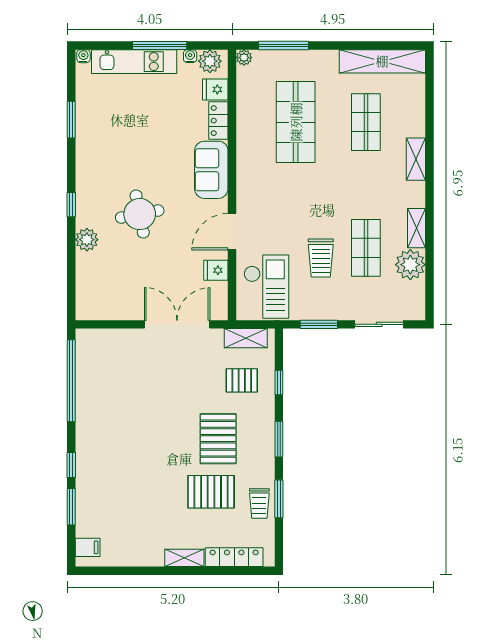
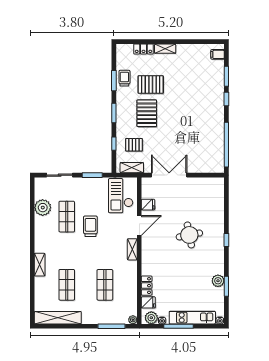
shop shelf: (296, 122) -> (105, 285), width x0.70, depth x0.74
sofa: (211, 170) -> (151, 259), removed
shelving: (417, 228) -> (132, 249), moved
plant: (87, 240) -> (218, 281), moved
trolley: (321, 258) -> (90, 226), moved
double door: (177, 324) -> (169, 175), swing flipped
locker: (234, 557) -> (143, 49), width x0.66

